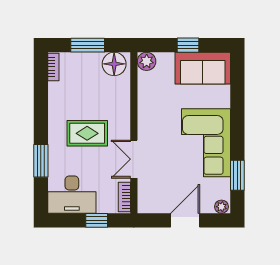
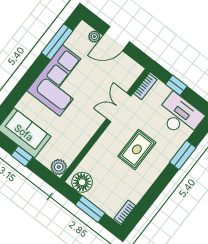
rug: (87, 133) -> (137, 149), turned 90
double door: (134, 159) -> (119, 107), swing flipped
window: (237, 175) -> (57, 42), width x1.44
plant: (222, 207) -> (94, 37), moved

